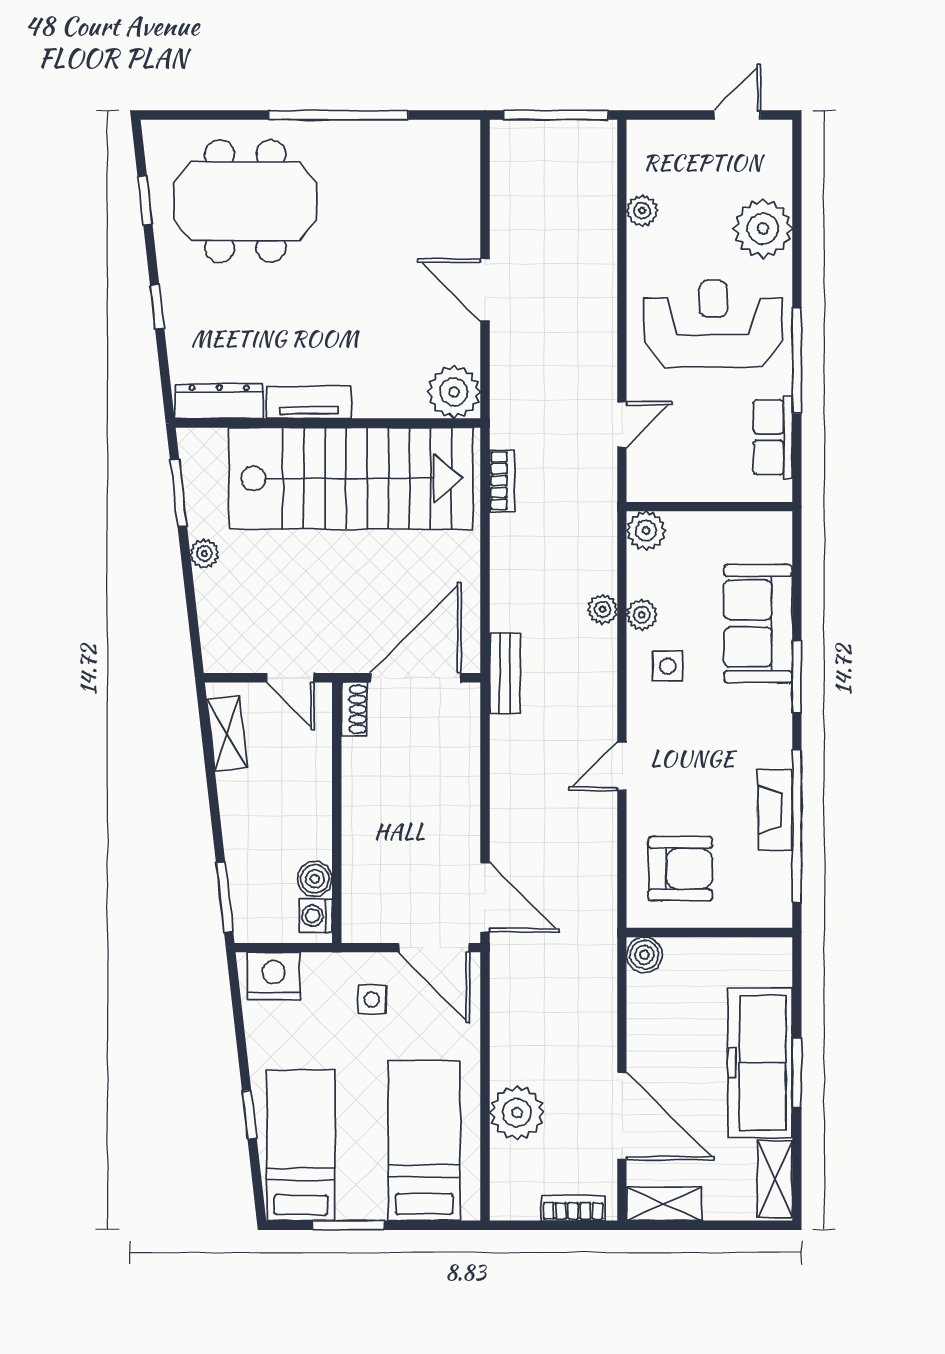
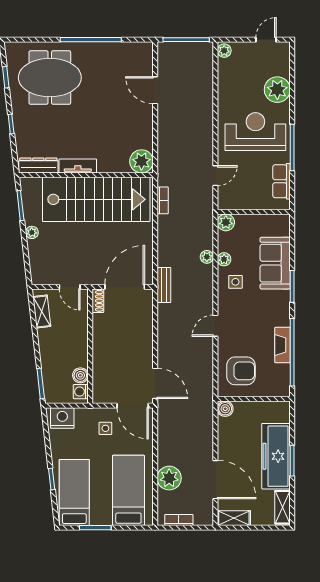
plant: (642, 211) -> (224, 51), moved
door: (485, 290) -> (155, 90), moved
bookcase: (573, 1208) -> (179, 520), moved

